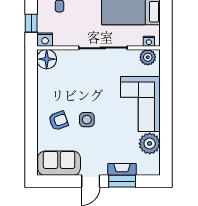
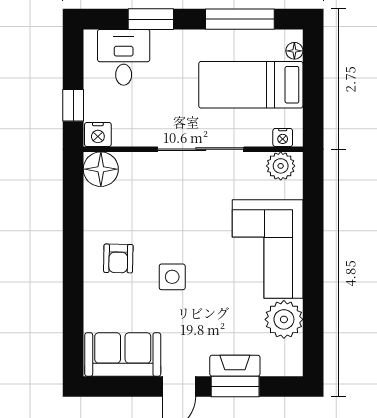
armchair: (58, 121) -> (118, 258), moved, turned 110

